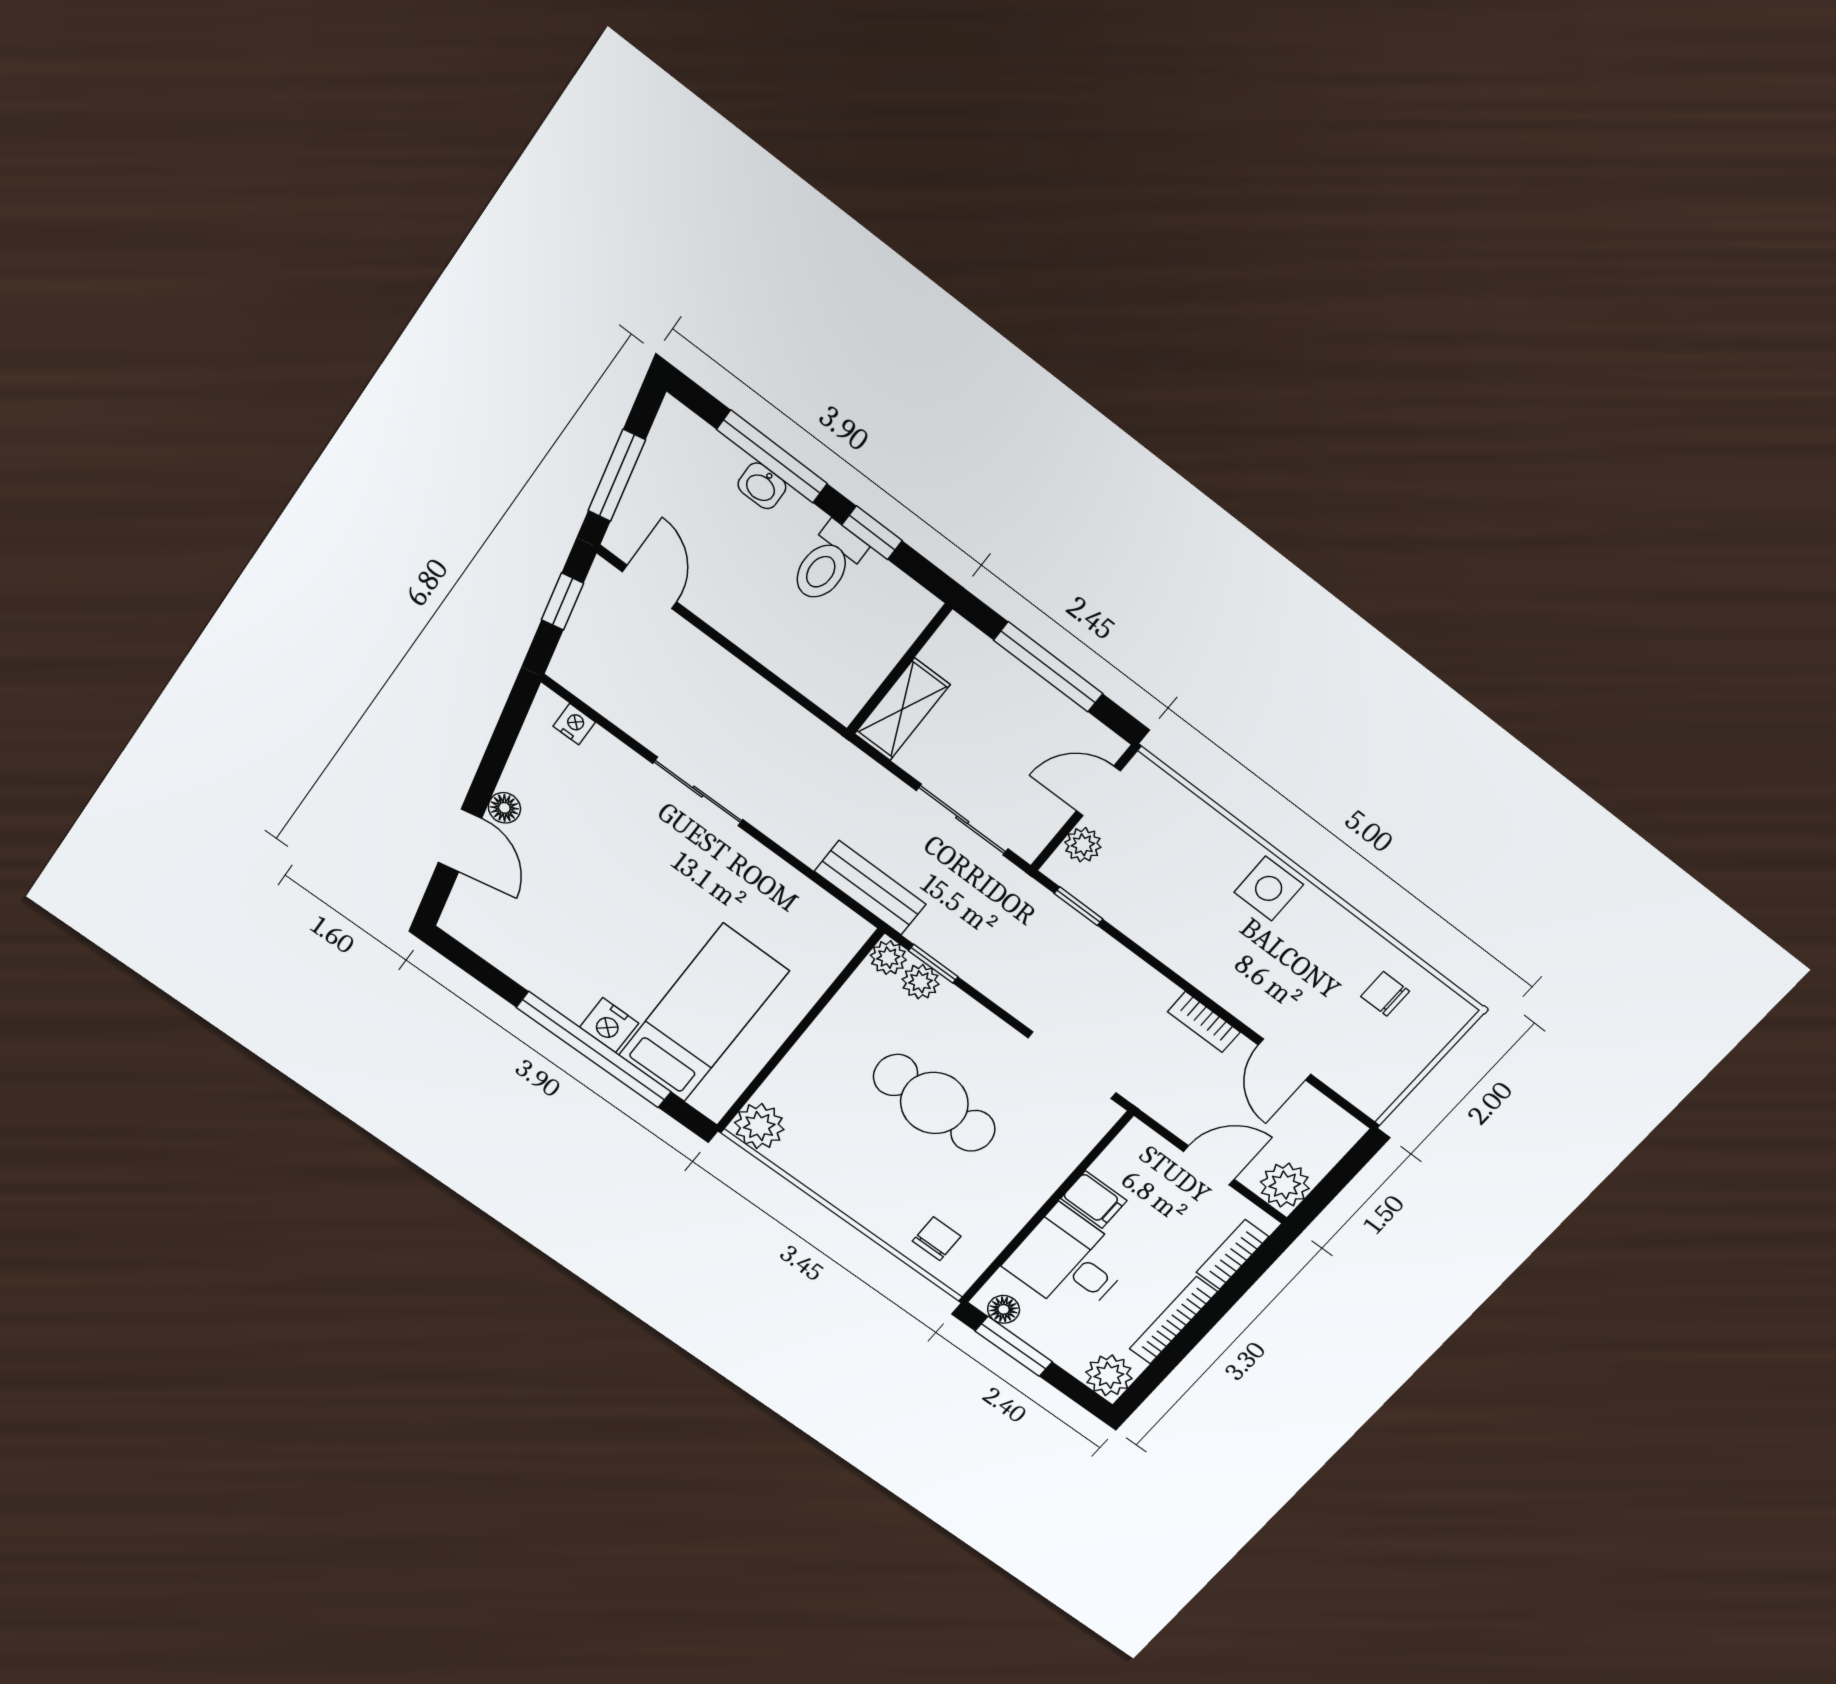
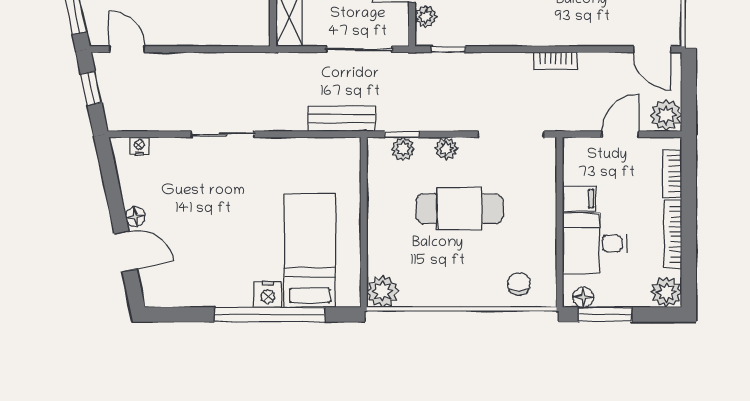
plant: (888, 958) -> (446, 148), moved
door: (1285, 1060) -> (652, 49), moved

